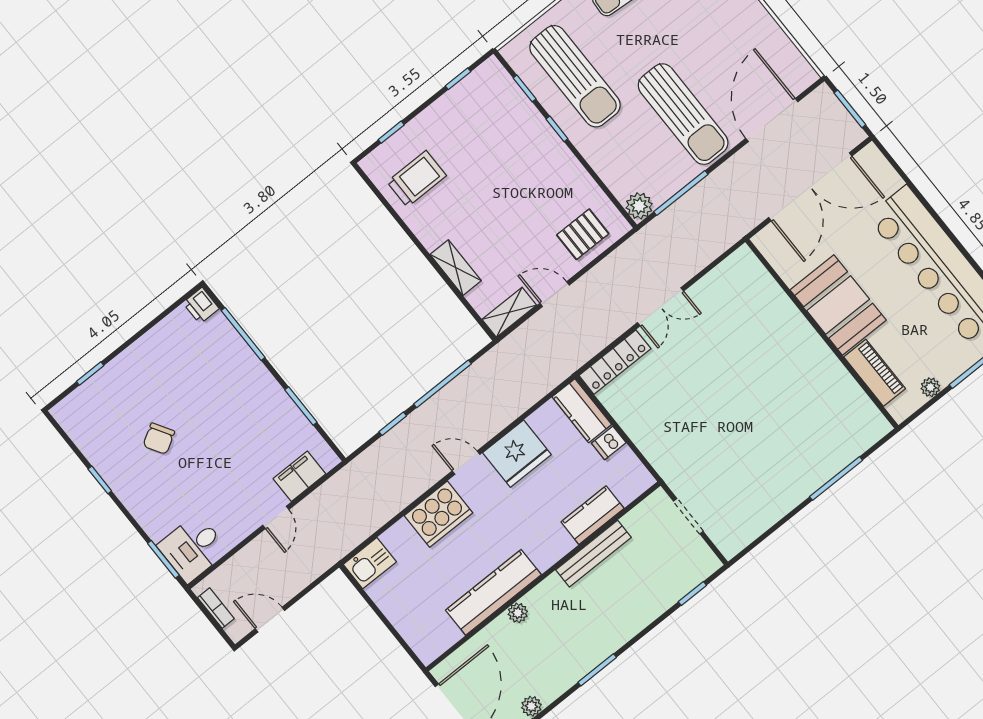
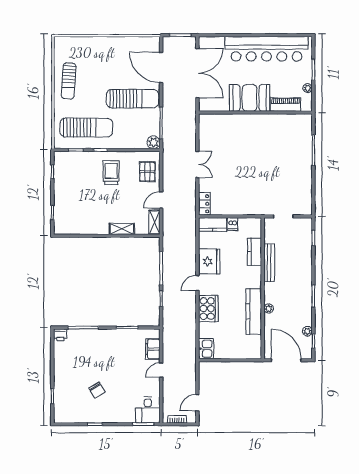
trolley: (417, 179) -> (111, 173), moved
locker: (615, 362) -> (204, 204), width x0.66
door: (276, 517) -> (161, 370), swing flipped

